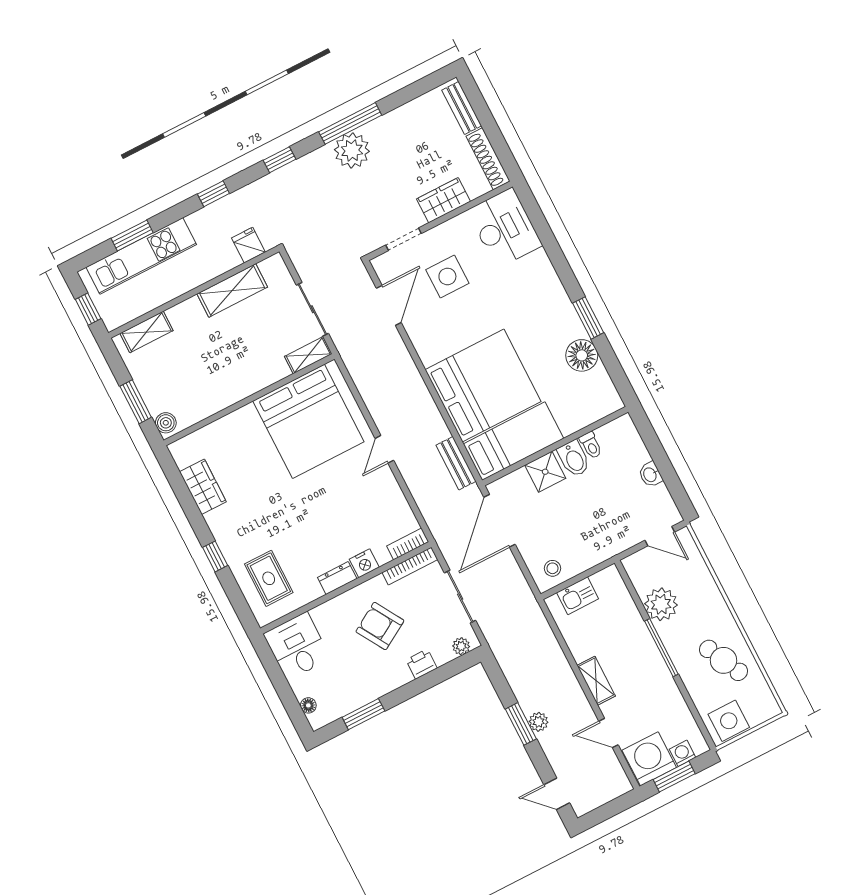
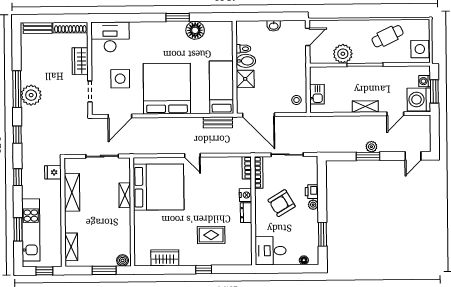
door: (389, 305) -> (120, 116), swing flipped
shelving: (308, 355) -> (125, 195), moved
bed: (483, 386) -> (167, 89), moved
rug: (269, 578) -> (211, 235), moved
plant: (461, 646) -> (313, 205), moved

